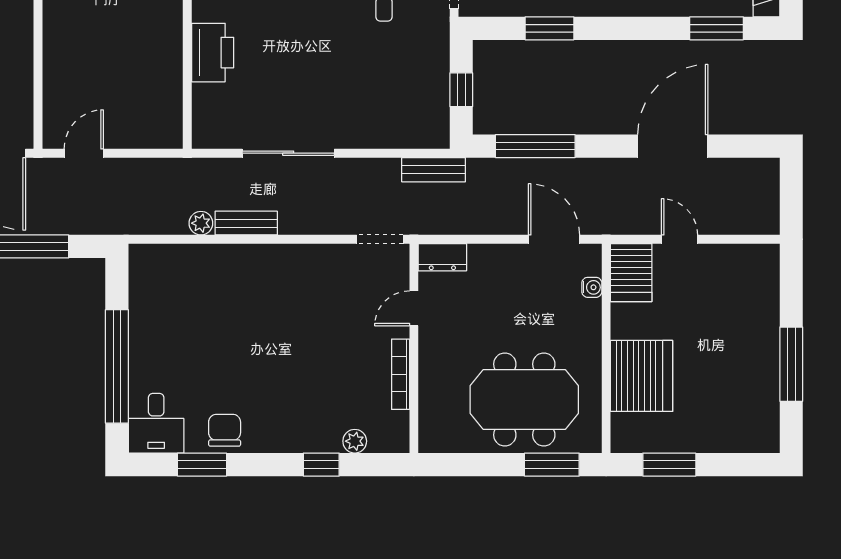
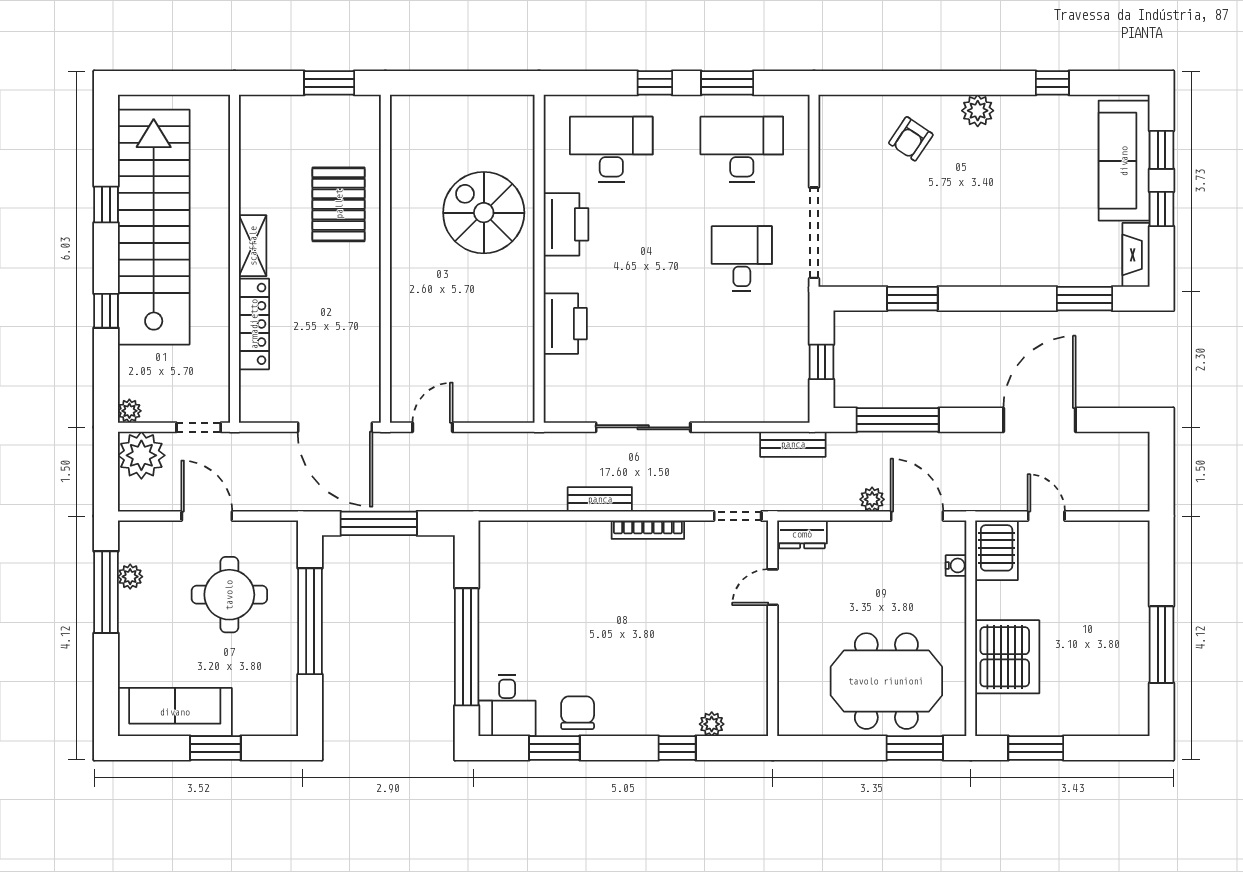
plant: (201, 223) -> (872, 499), moved
bookcase: (401, 374) -> (648, 530), moved, turned -90

